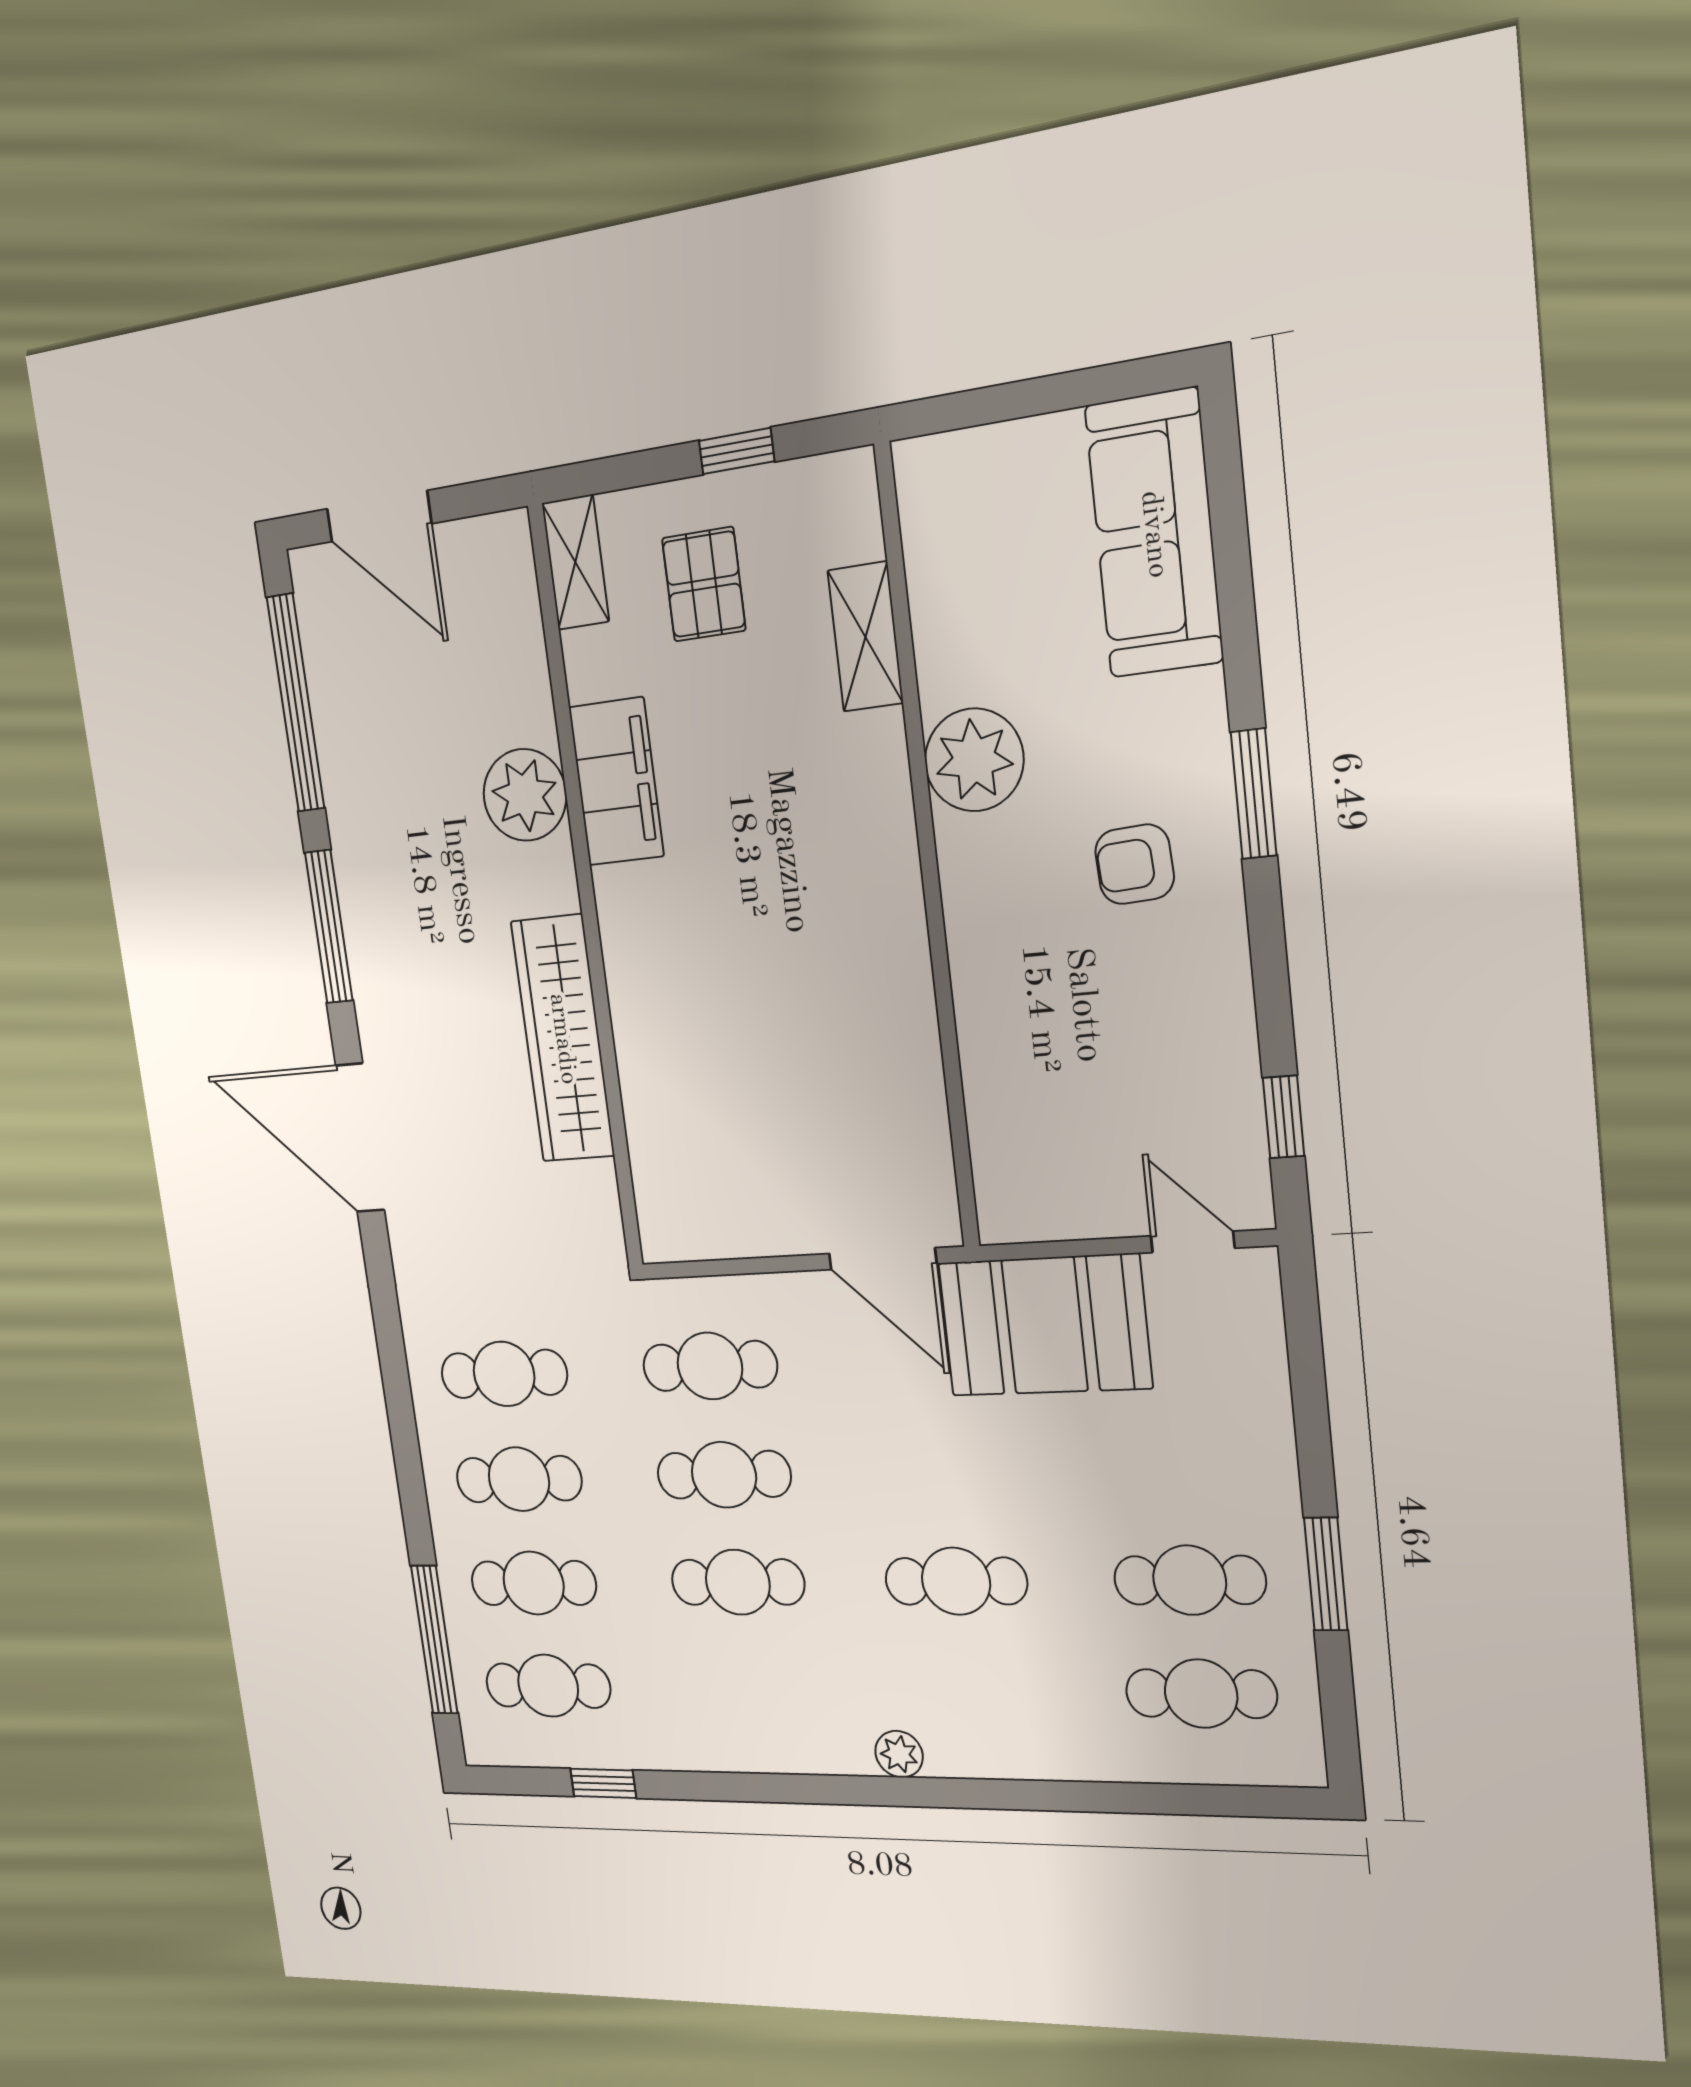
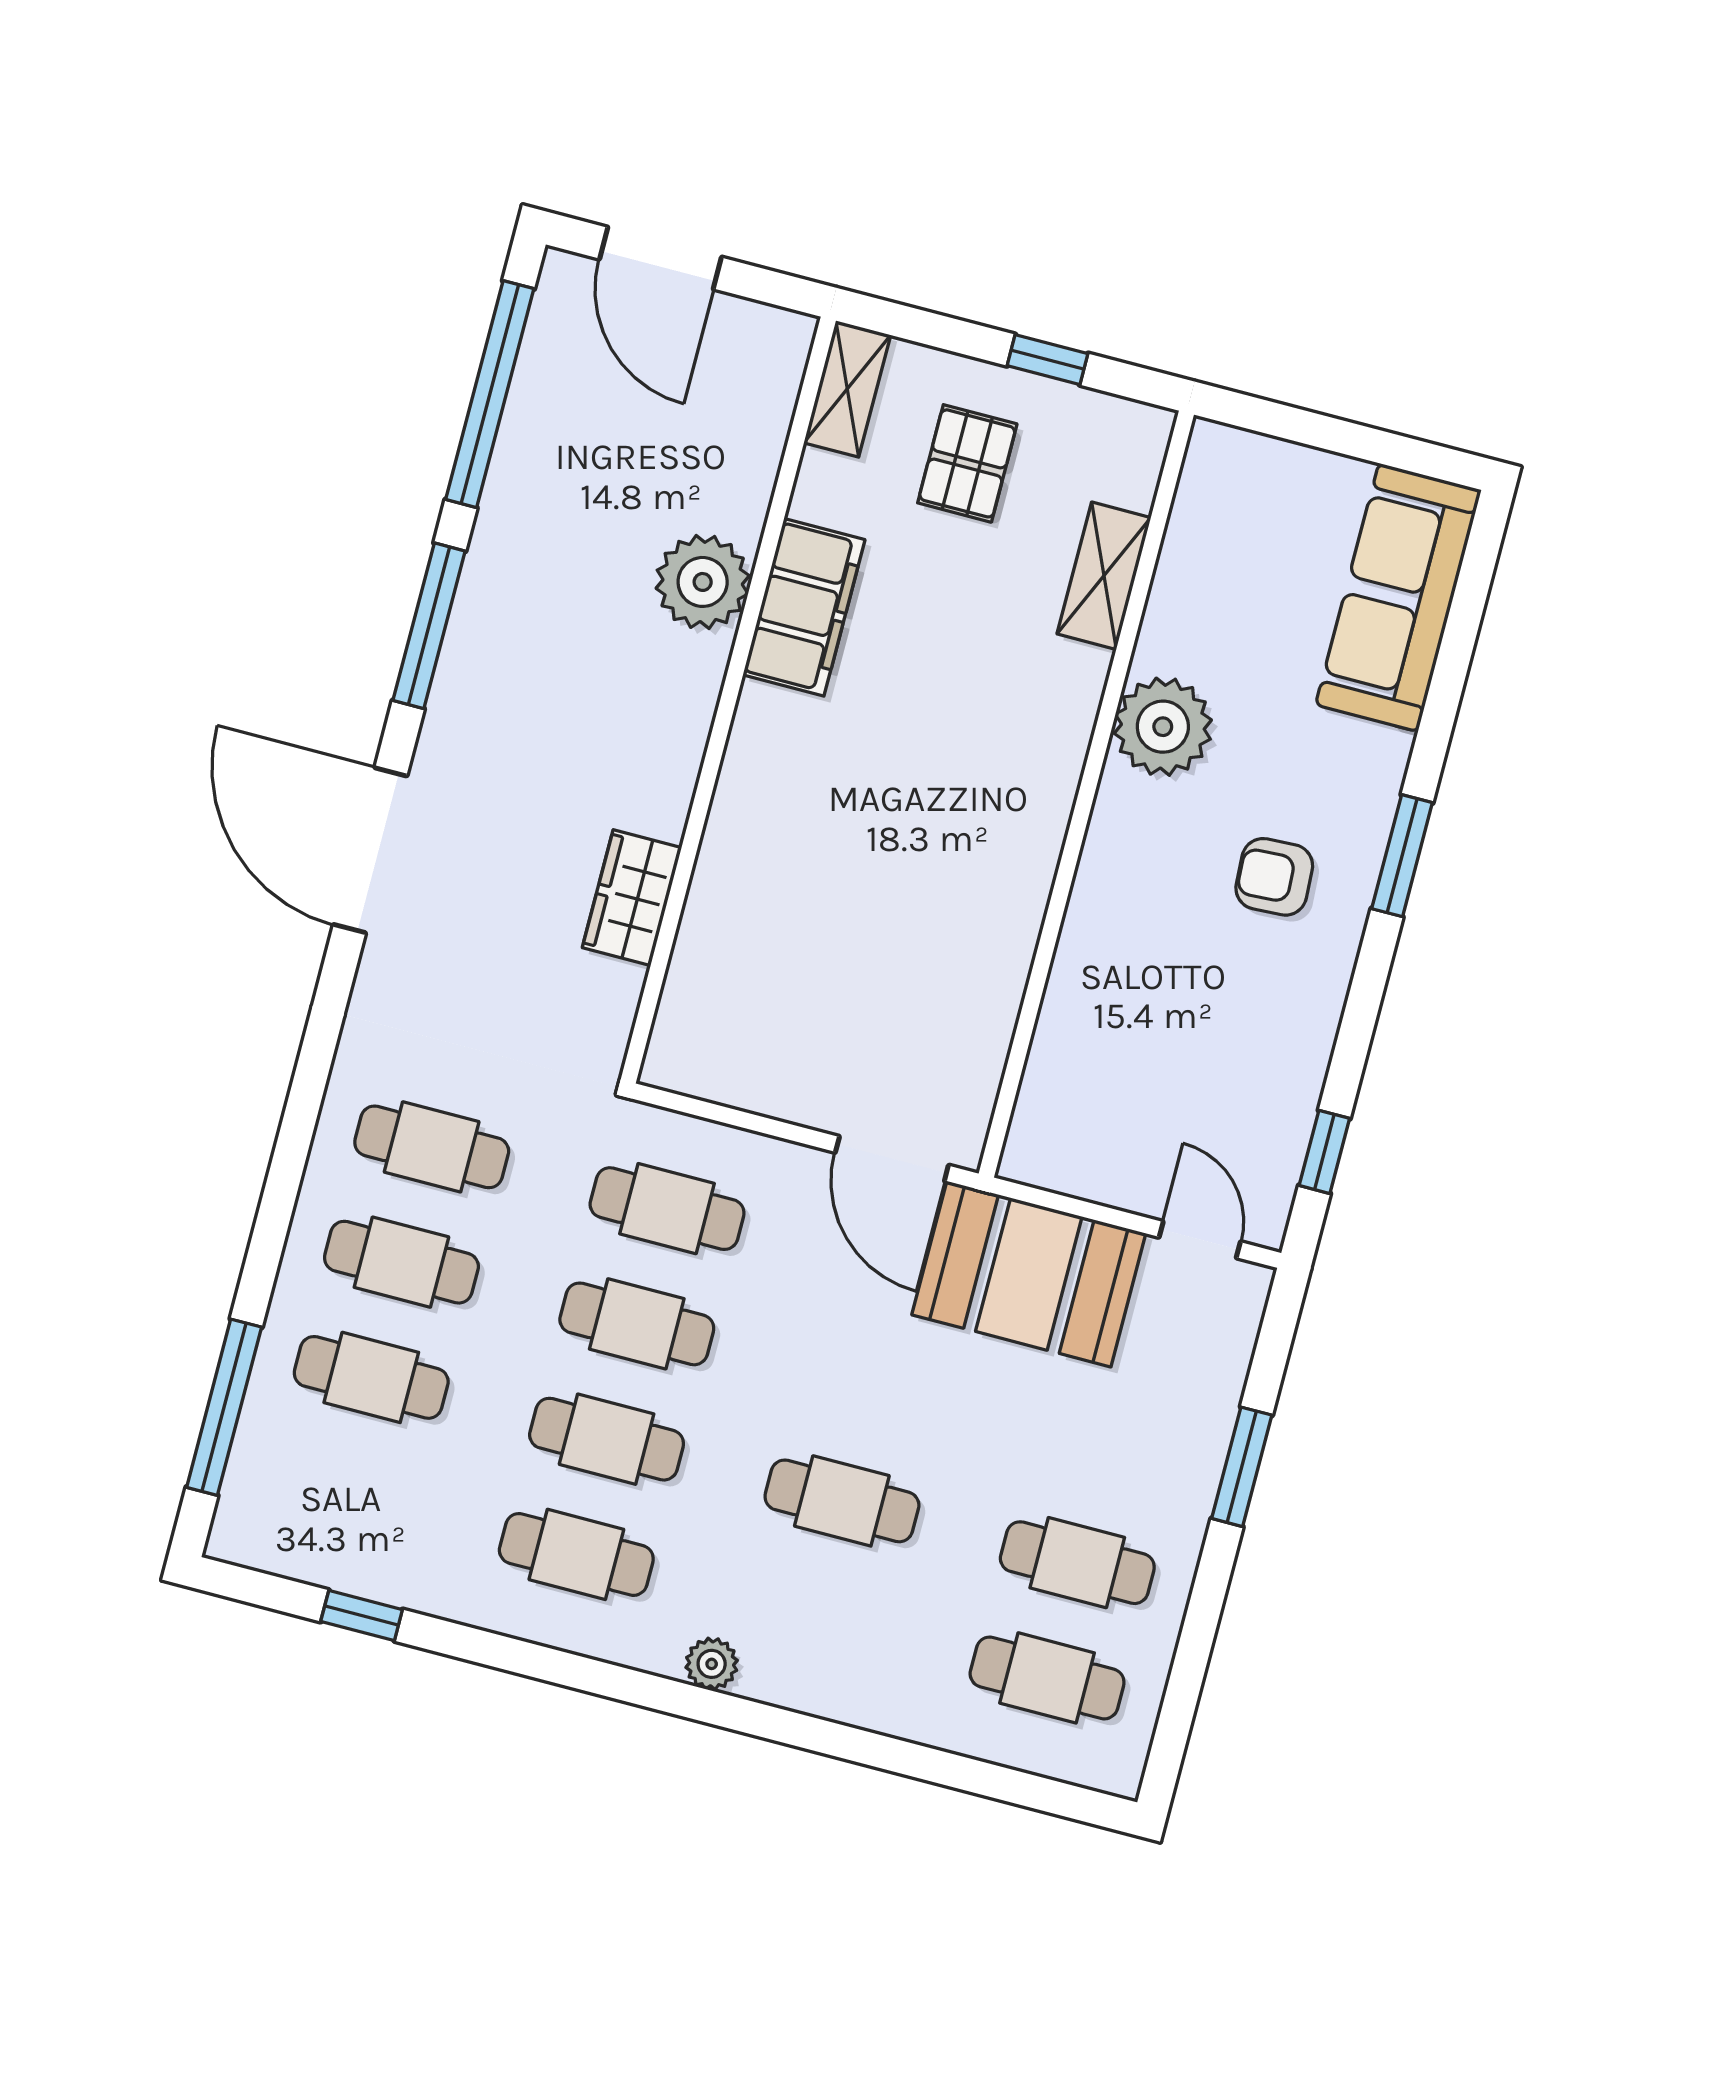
wardrobe: (563, 1039) -> (632, 898), width x0.48, depth x0.85
window: (1326, 1574) -> (1242, 1467), moved
cafe table: (548, 1686) -> (576, 1554), moved

